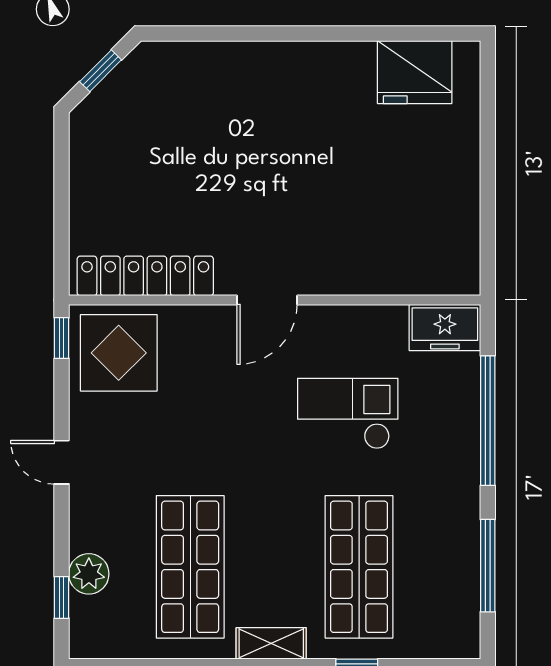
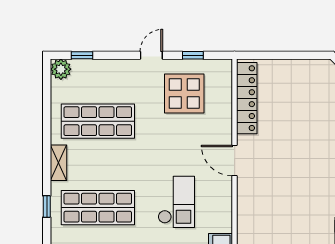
window: (62, 338) -> (193, 55), moved
display table: (119, 353) -> (184, 93), moved
plant: (89, 574) -> (61, 69), moved

